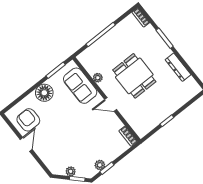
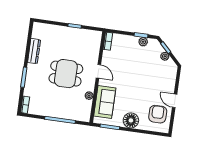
dining table: (134, 76) -> (66, 74), turned 90
armchair: (28, 120) -> (158, 114), turned 180
door: (26, 144) -> (175, 101), hinge flipped

